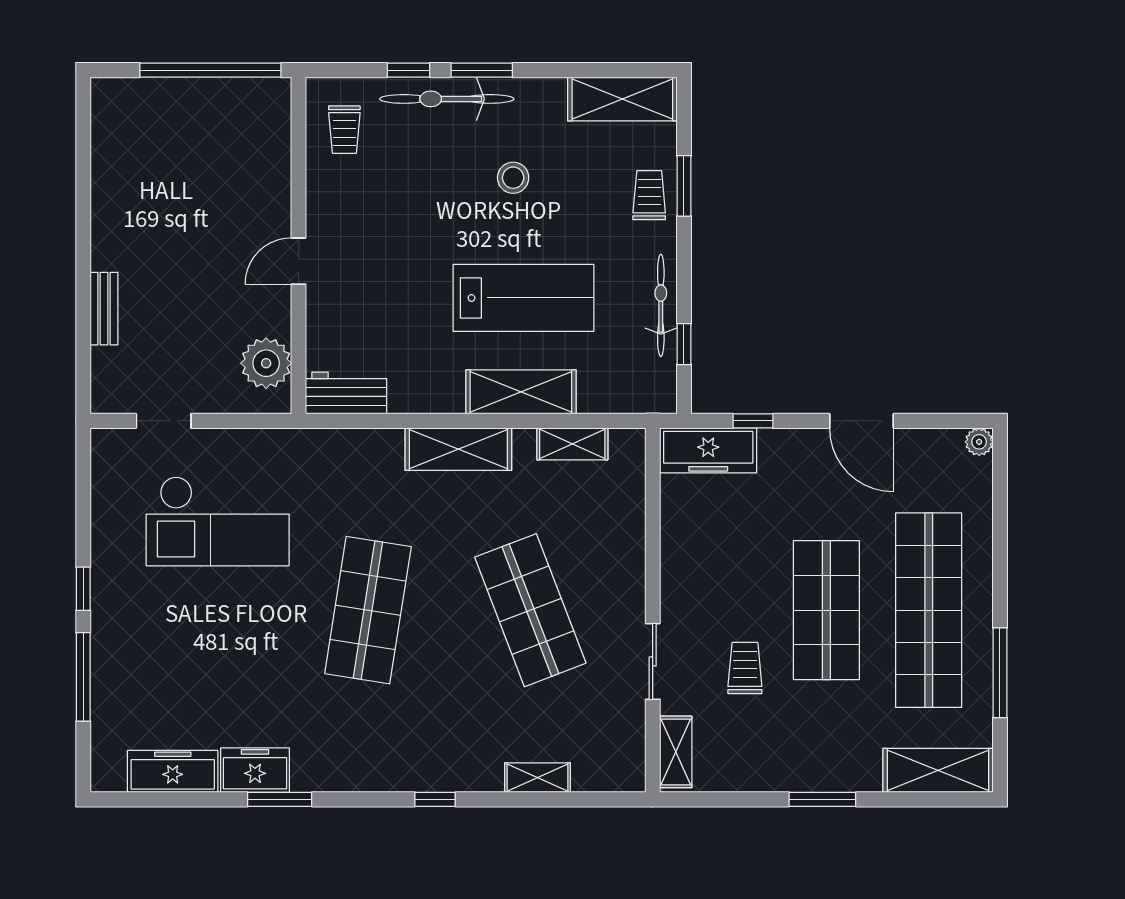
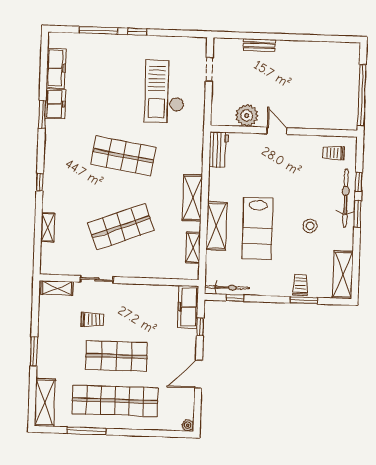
trolley: (649, 195) -> (300, 285), turned -90
bicycle: (661, 305) -> (227, 287), moved
plant: (266, 363) -> (247, 116), moved

